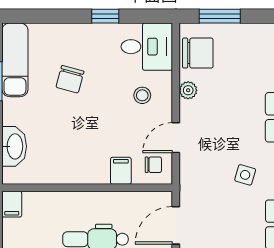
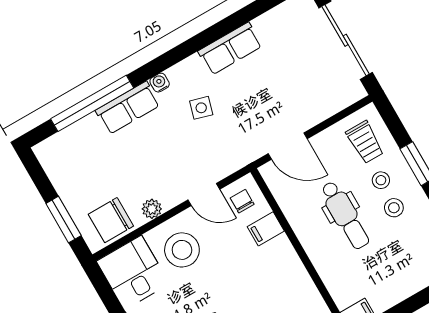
chair: (198, 53) -> (111, 220), turned -90
stool: (142, 95) -> (182, 250), width x1.89, depth x1.89

